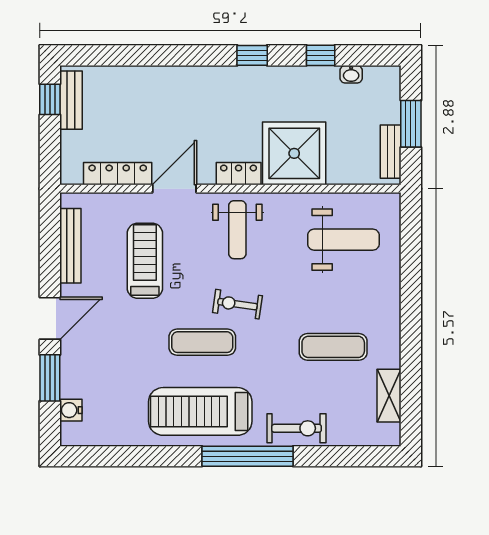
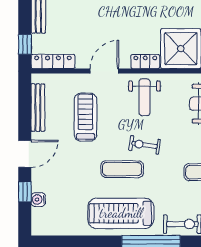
window: (50, 99) -> (25, 44), moved
locker: (118, 174) -> (53, 61), moved
window: (50, 378) -> (25, 192), width x0.67
water cooler: (71, 410) -> (38, 200), moved

